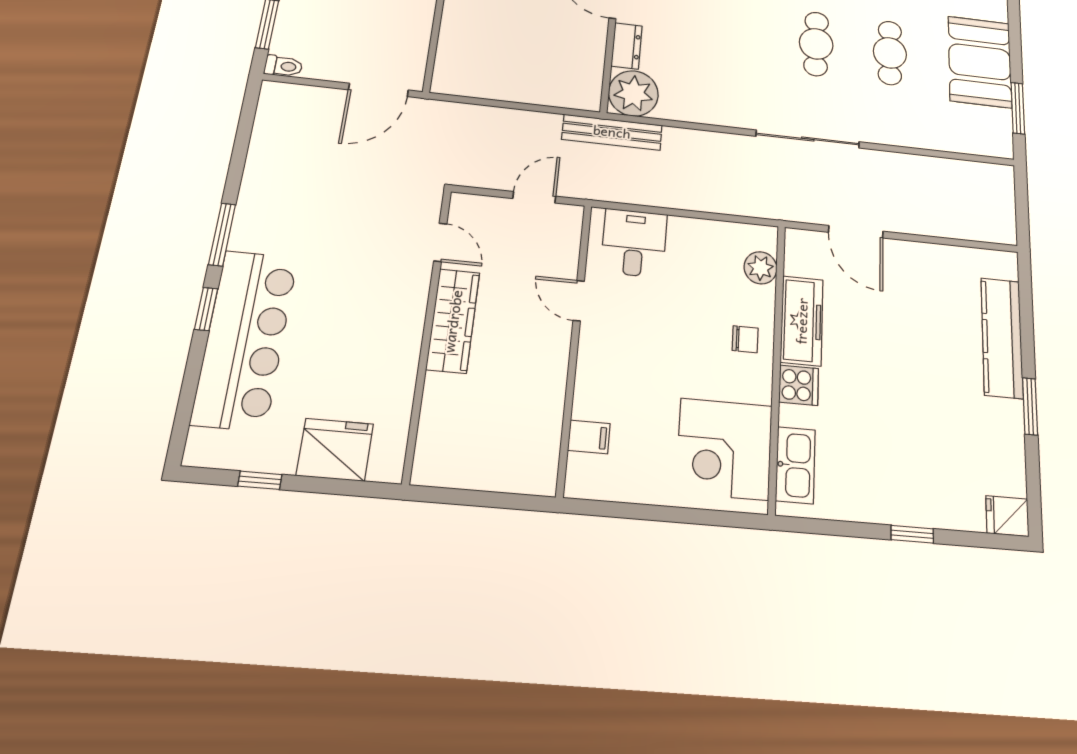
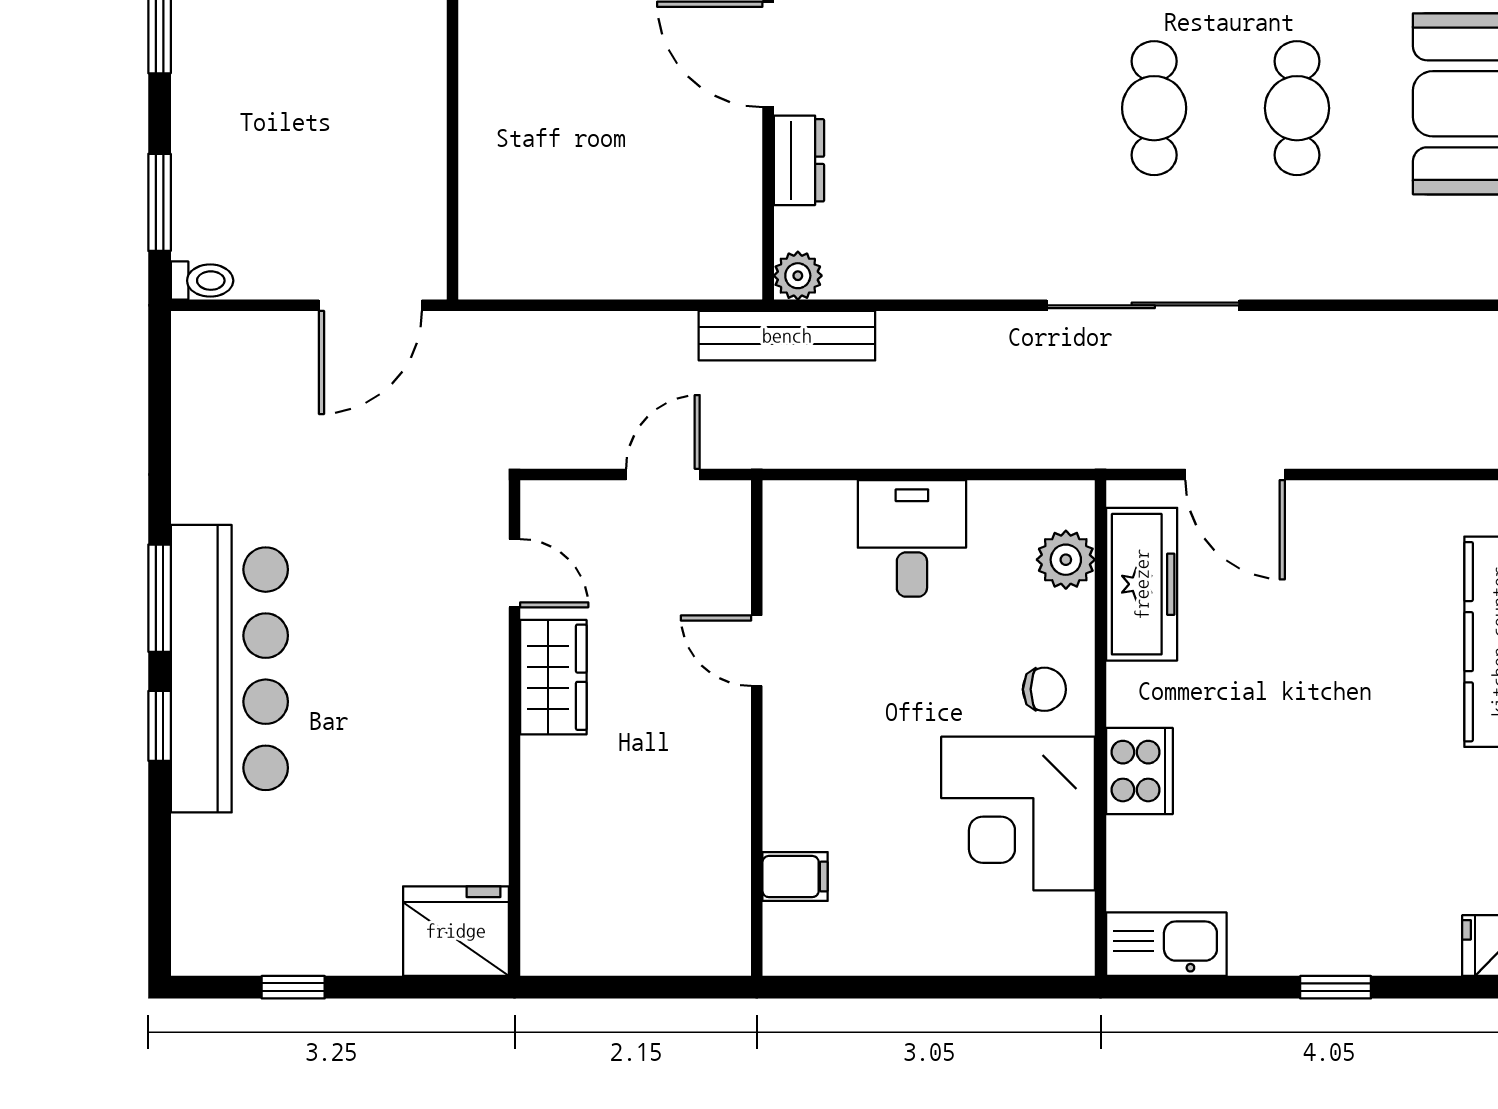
plant: (633, 93) -> (798, 276), width x0.53, depth x0.53
desk: (634, 243) -> (912, 538), moved
wardrobe: (453, 321) -> (553, 677), width x0.67
freezer: (802, 321) -> (1142, 584), moved
bar counter: (245, 339) -> (229, 669), moved
cooker: (799, 385) -> (1140, 771), width x1.36
corner desk: (724, 449) -> (1018, 814), moved
fridge: (335, 450) -> (456, 931), moved
kitchen sink: (796, 465) -> (1166, 944), moved, turned -90

